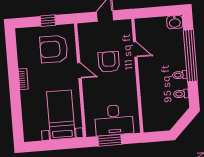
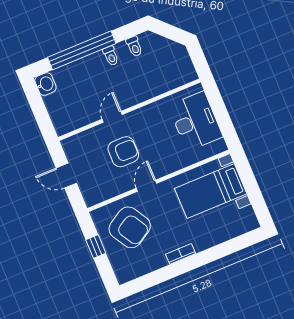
armchair: (54, 49) -> (130, 227), turned -31
door: (135, 49) -> (112, 117), moved
armchair: (109, 62) -> (123, 152), turned 180
window: (110, 140) -> (223, 118), removed

